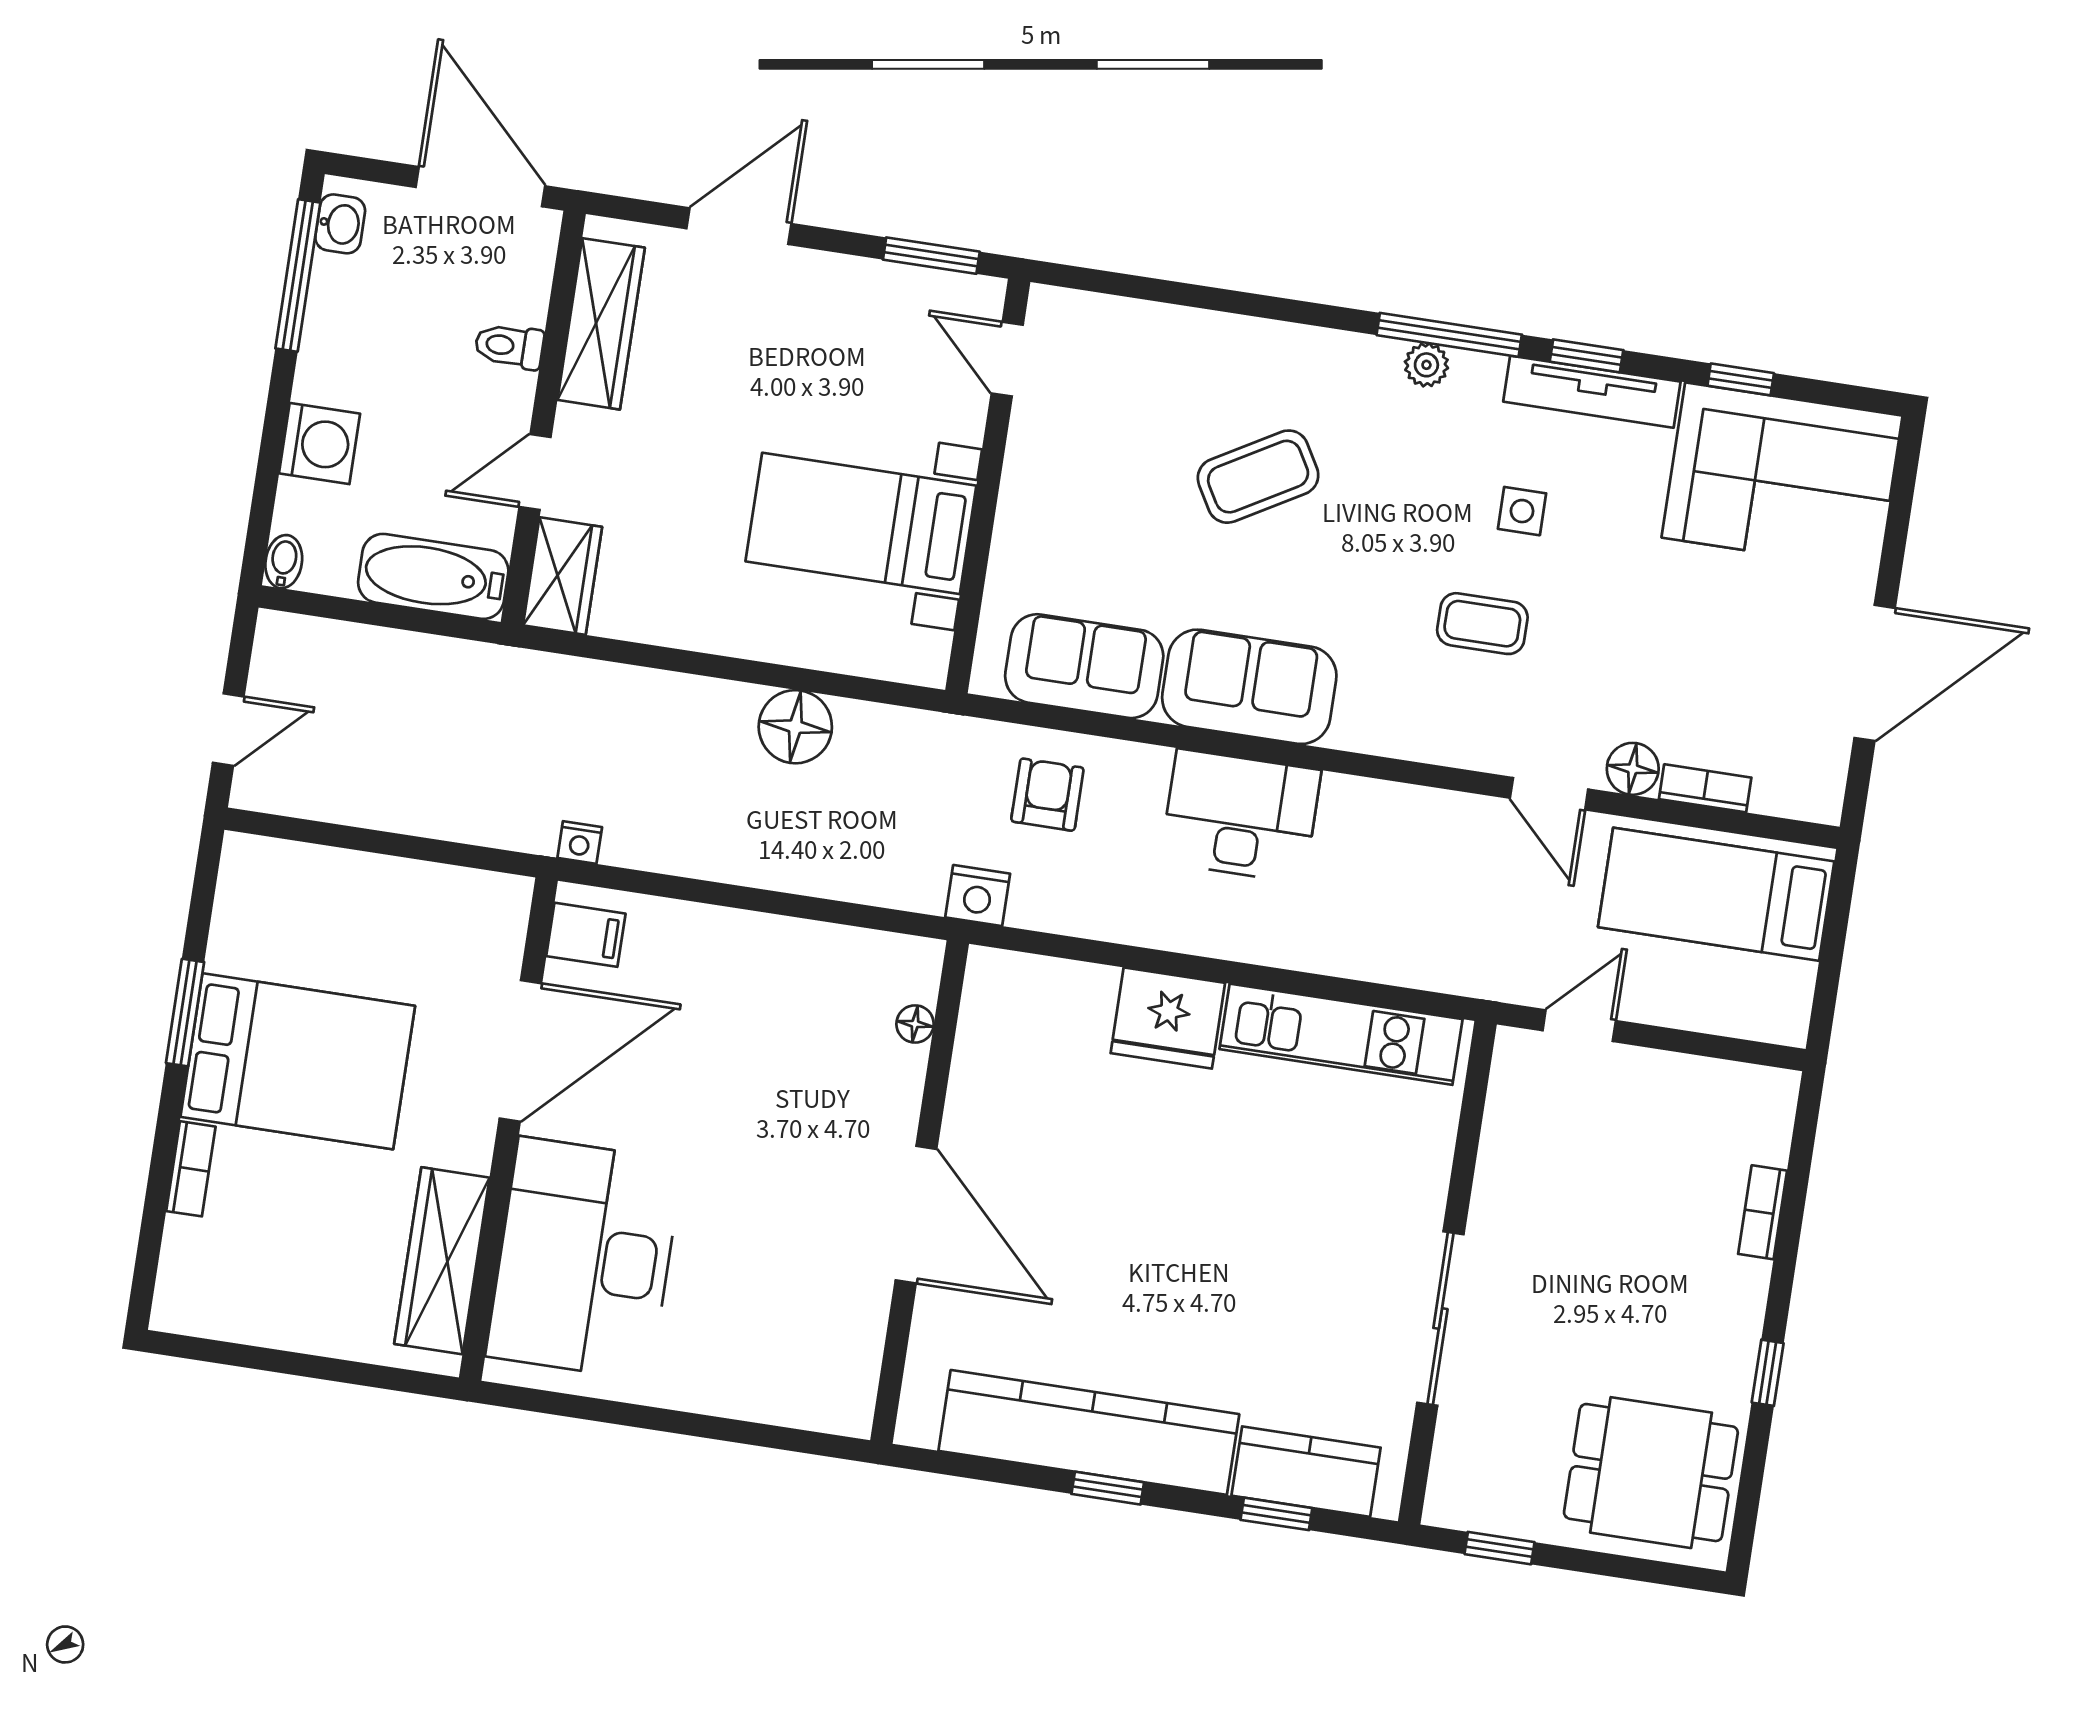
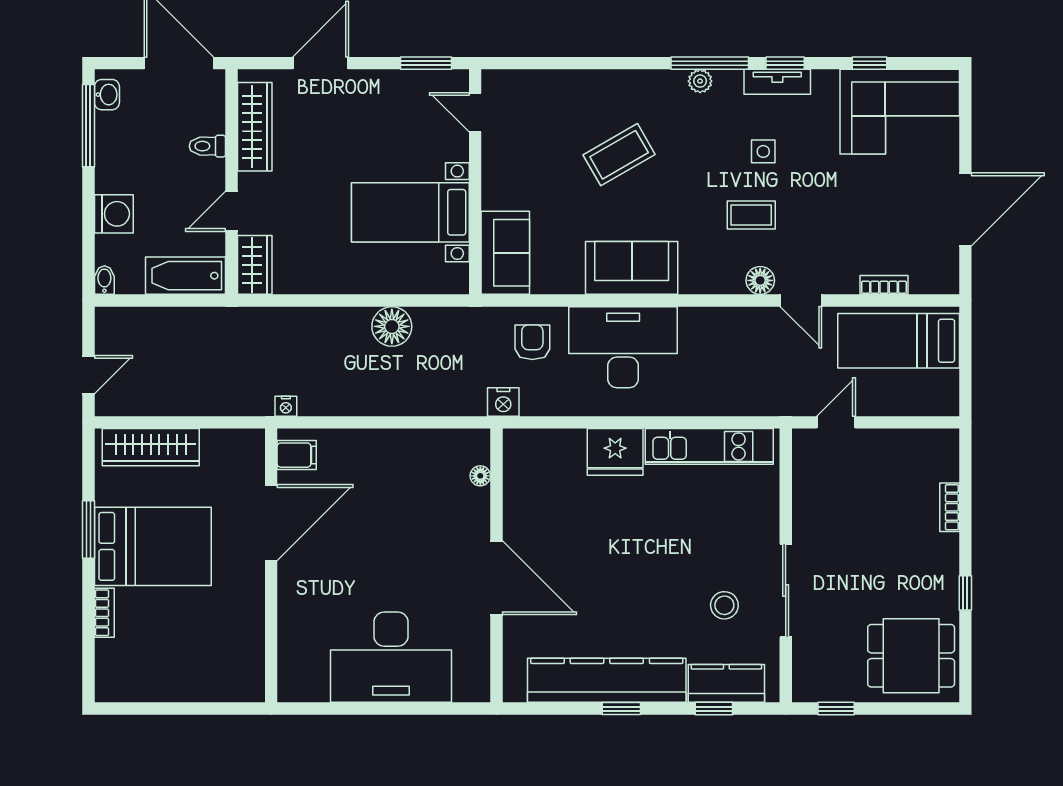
tv unit: (1592, 392) -> (777, 82), width x0.71
sofa: (1084, 666) -> (505, 253), moved, turned 90
floor lamp: (1633, 769) -> (760, 280), moved
desk: (1241, 816) -> (623, 347), width x1.36, depth x1.30
desk: (584, 1259) -> (391, 657), moved, turned -90
wardrobe: (442, 1261) -> (151, 447), moved, turned -90
stool: (1324, 1328) -> (724, 605), added

